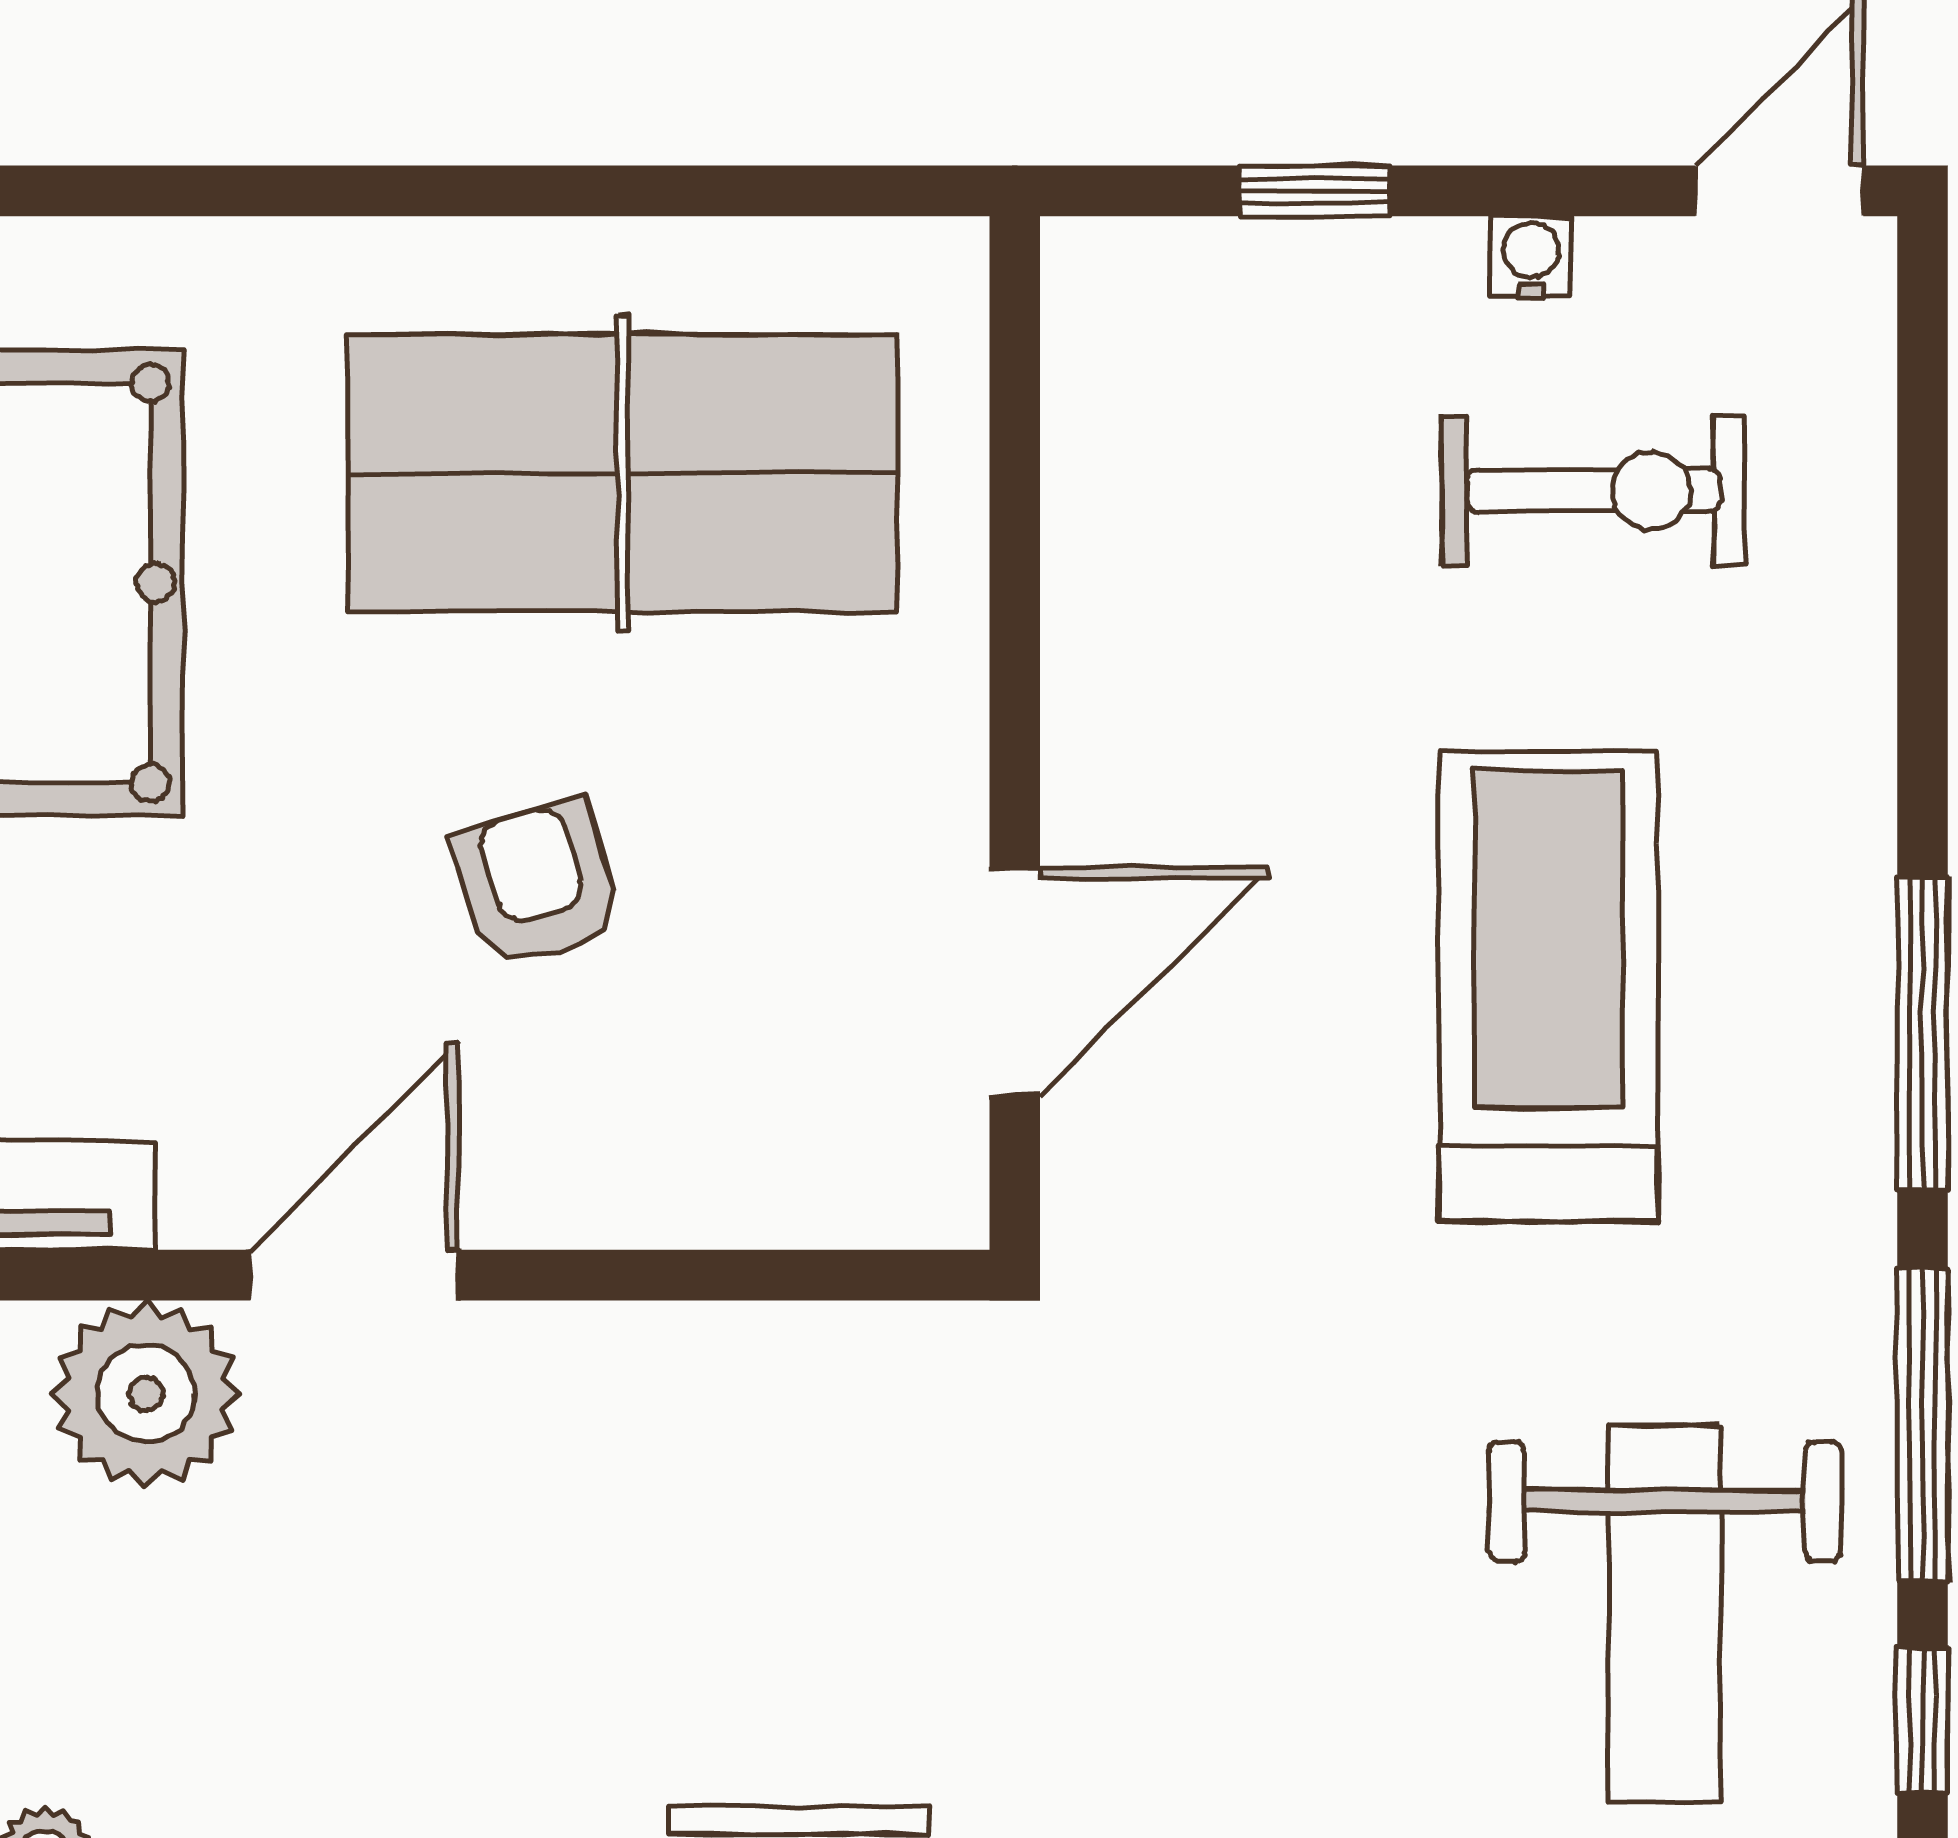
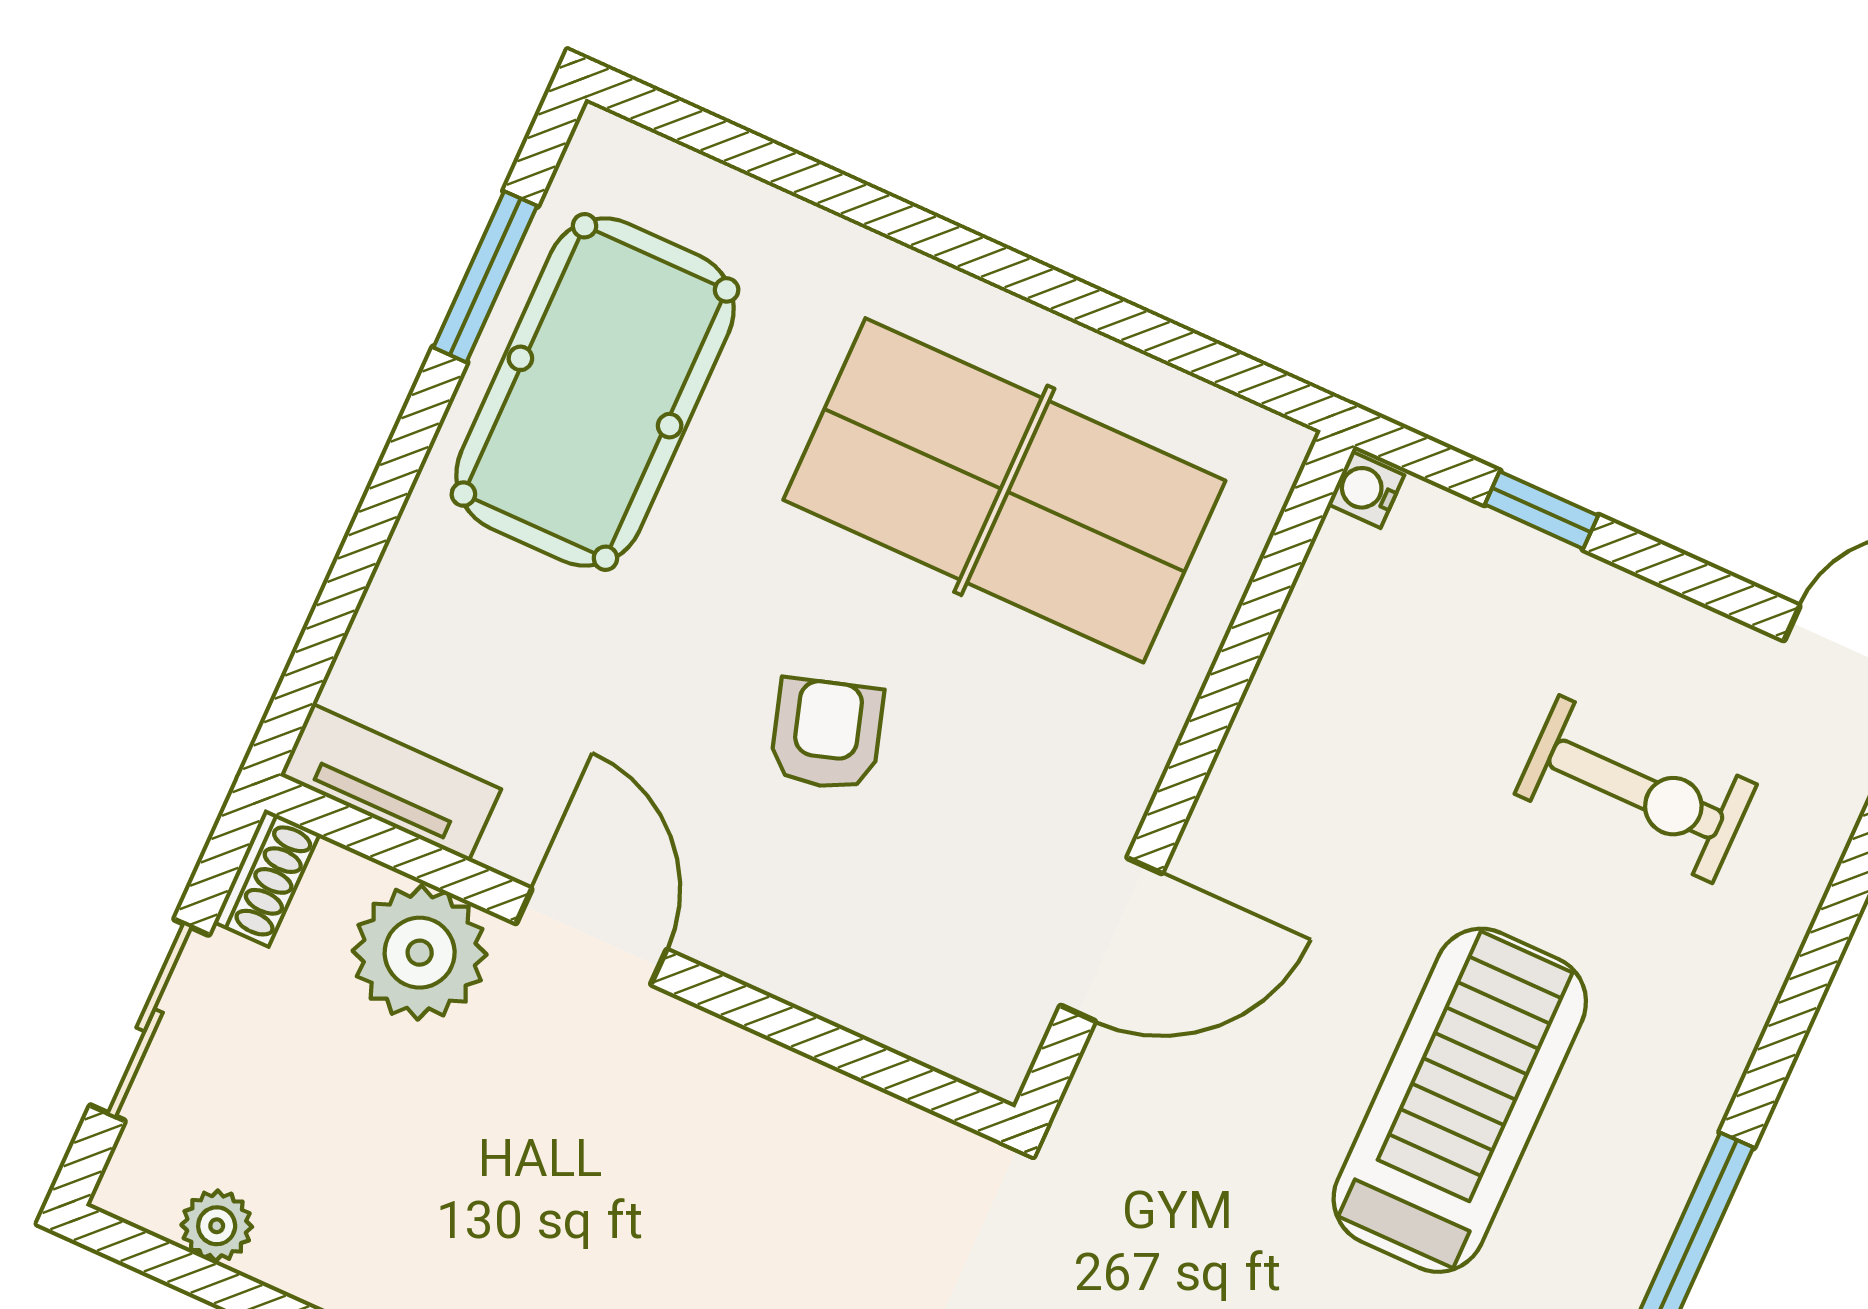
water cooler: (1531, 256) -> (1366, 490), moved, turned -90
door: (354, 1275) -> (591, 937), hinge flipped

